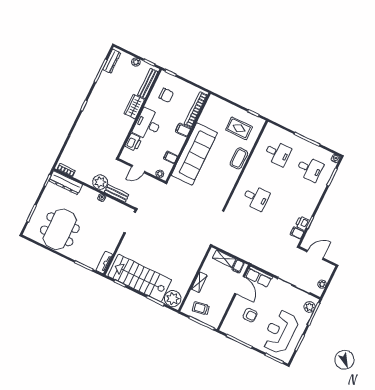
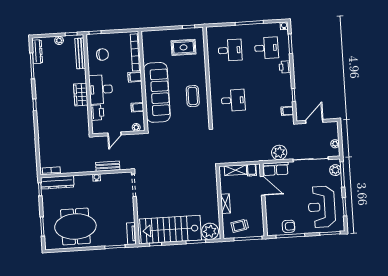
wardrobe: (134, 107) -> (81, 95), moved
coffee table: (239, 158) -> (193, 96), moved
plant: (100, 182) -> (279, 153), moved
printer: (302, 223) -> (285, 67), moved
meeting table: (60, 229) -> (75, 226), turned 90
armchair: (250, 315) -> (288, 226), moved

